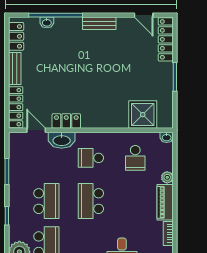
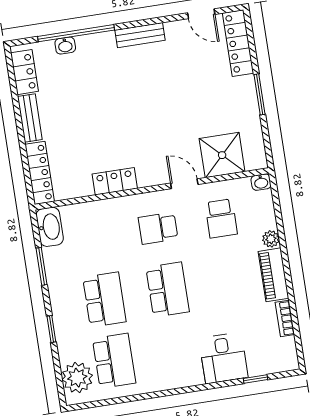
door: (36, 130) -> (184, 184), moved
washbasin: (62, 140) -> (50, 227), moved, turned -90
school desk: (91, 201) -> (168, 290), turned 180

